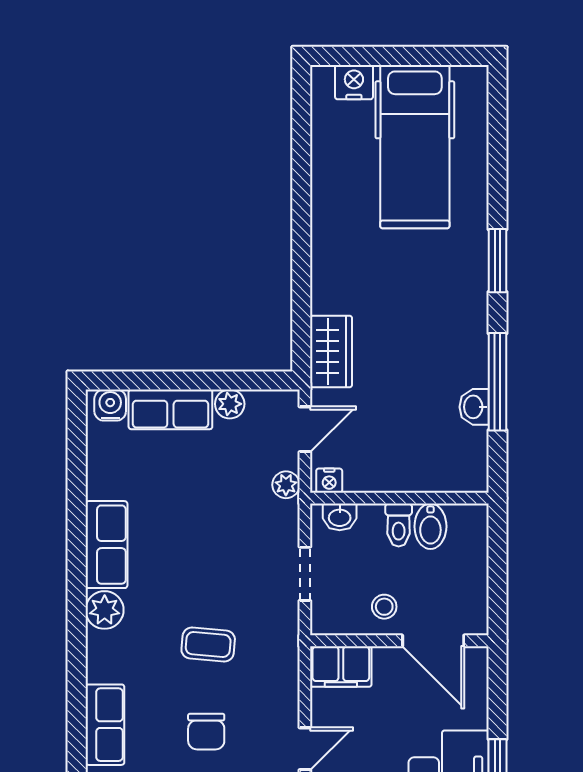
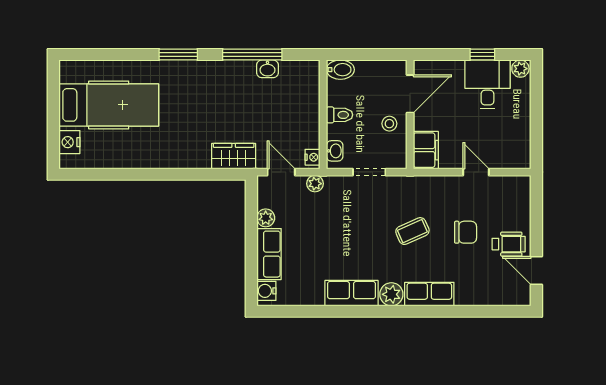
bidet: (430, 526) -> (340, 70), moved
coffee table: (208, 645) -> (412, 231), turned 61
row of seats: (105, 725) -> (429, 294), moved

